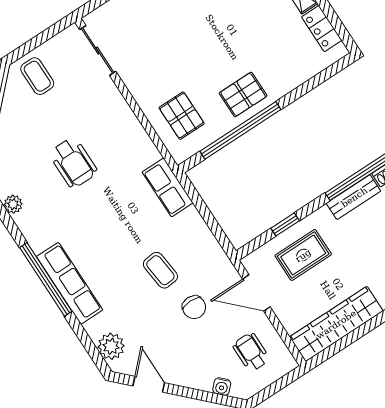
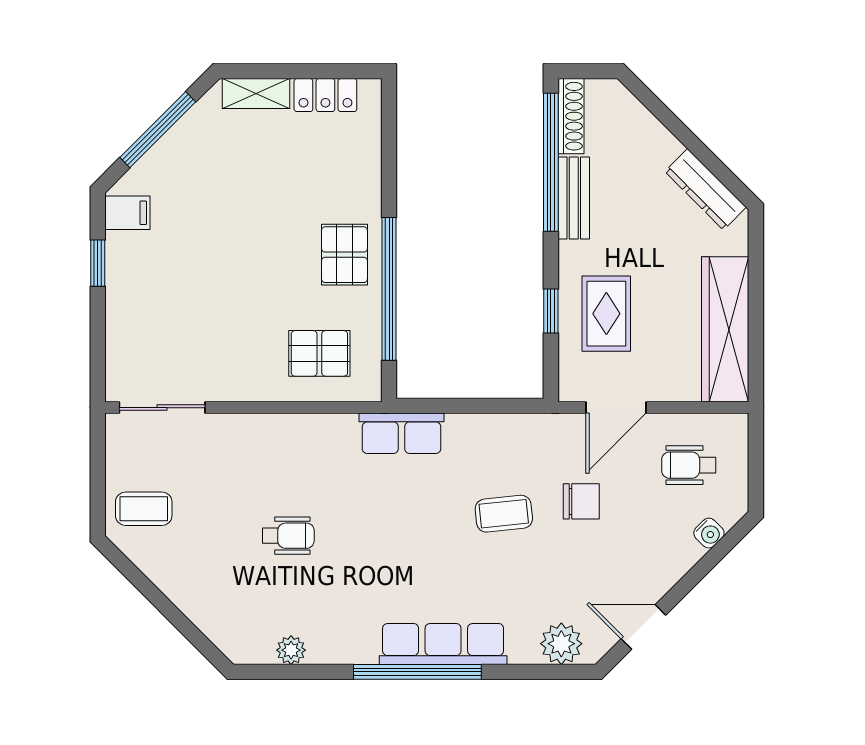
wheelchair: (73, 163) -> (288, 536), width x0.73, depth x0.73

